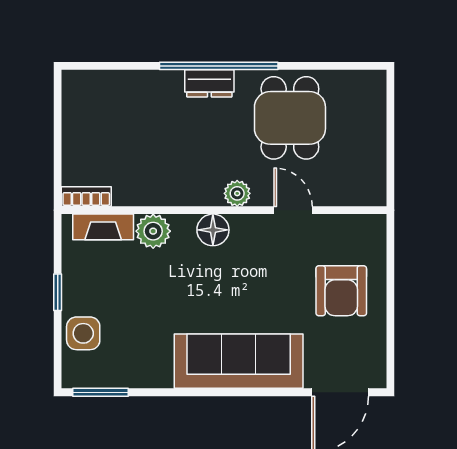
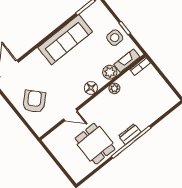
plant: (237, 193) -> (114, 88), moved
armchair: (341, 291) -> (34, 101), turned 47
side table: (83, 333) -> (115, 38), moved
sofa: (239, 361) -> (65, 40), moved

